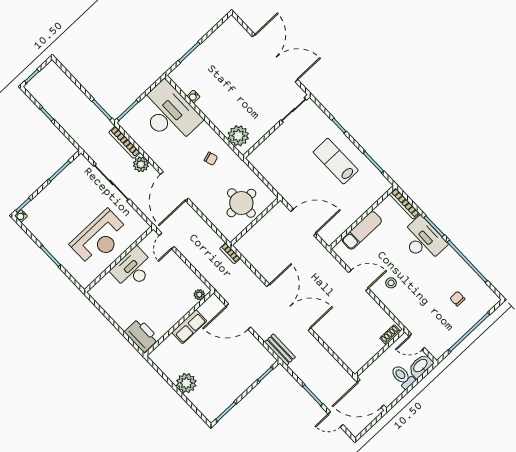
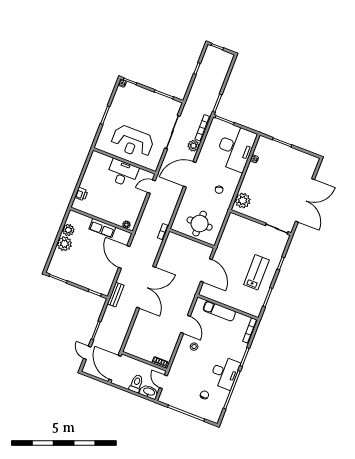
desk: (423, 240) -> (225, 373), moved
printer: (142, 335) -> (81, 194), width x0.53, depth x0.68
plant: (172, 370) -> (68, 230), added

